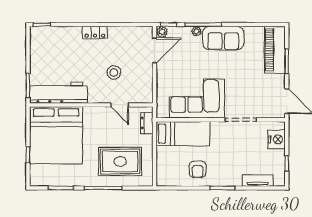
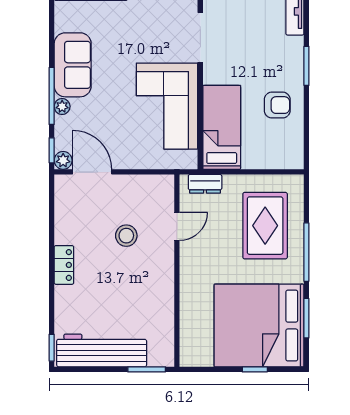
workbench: (58, 93) -> (102, 350), moved, turned 90
bed: (56, 135) -> (259, 326), moved, turned 180

